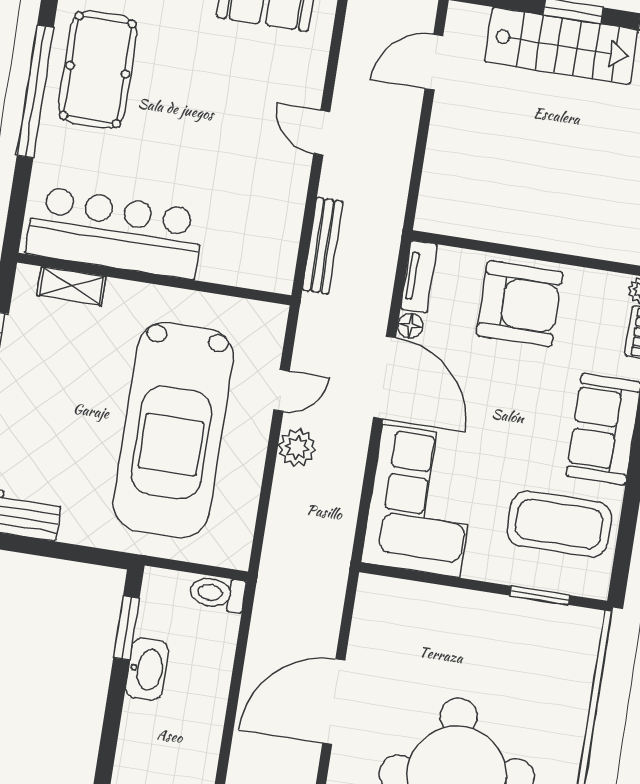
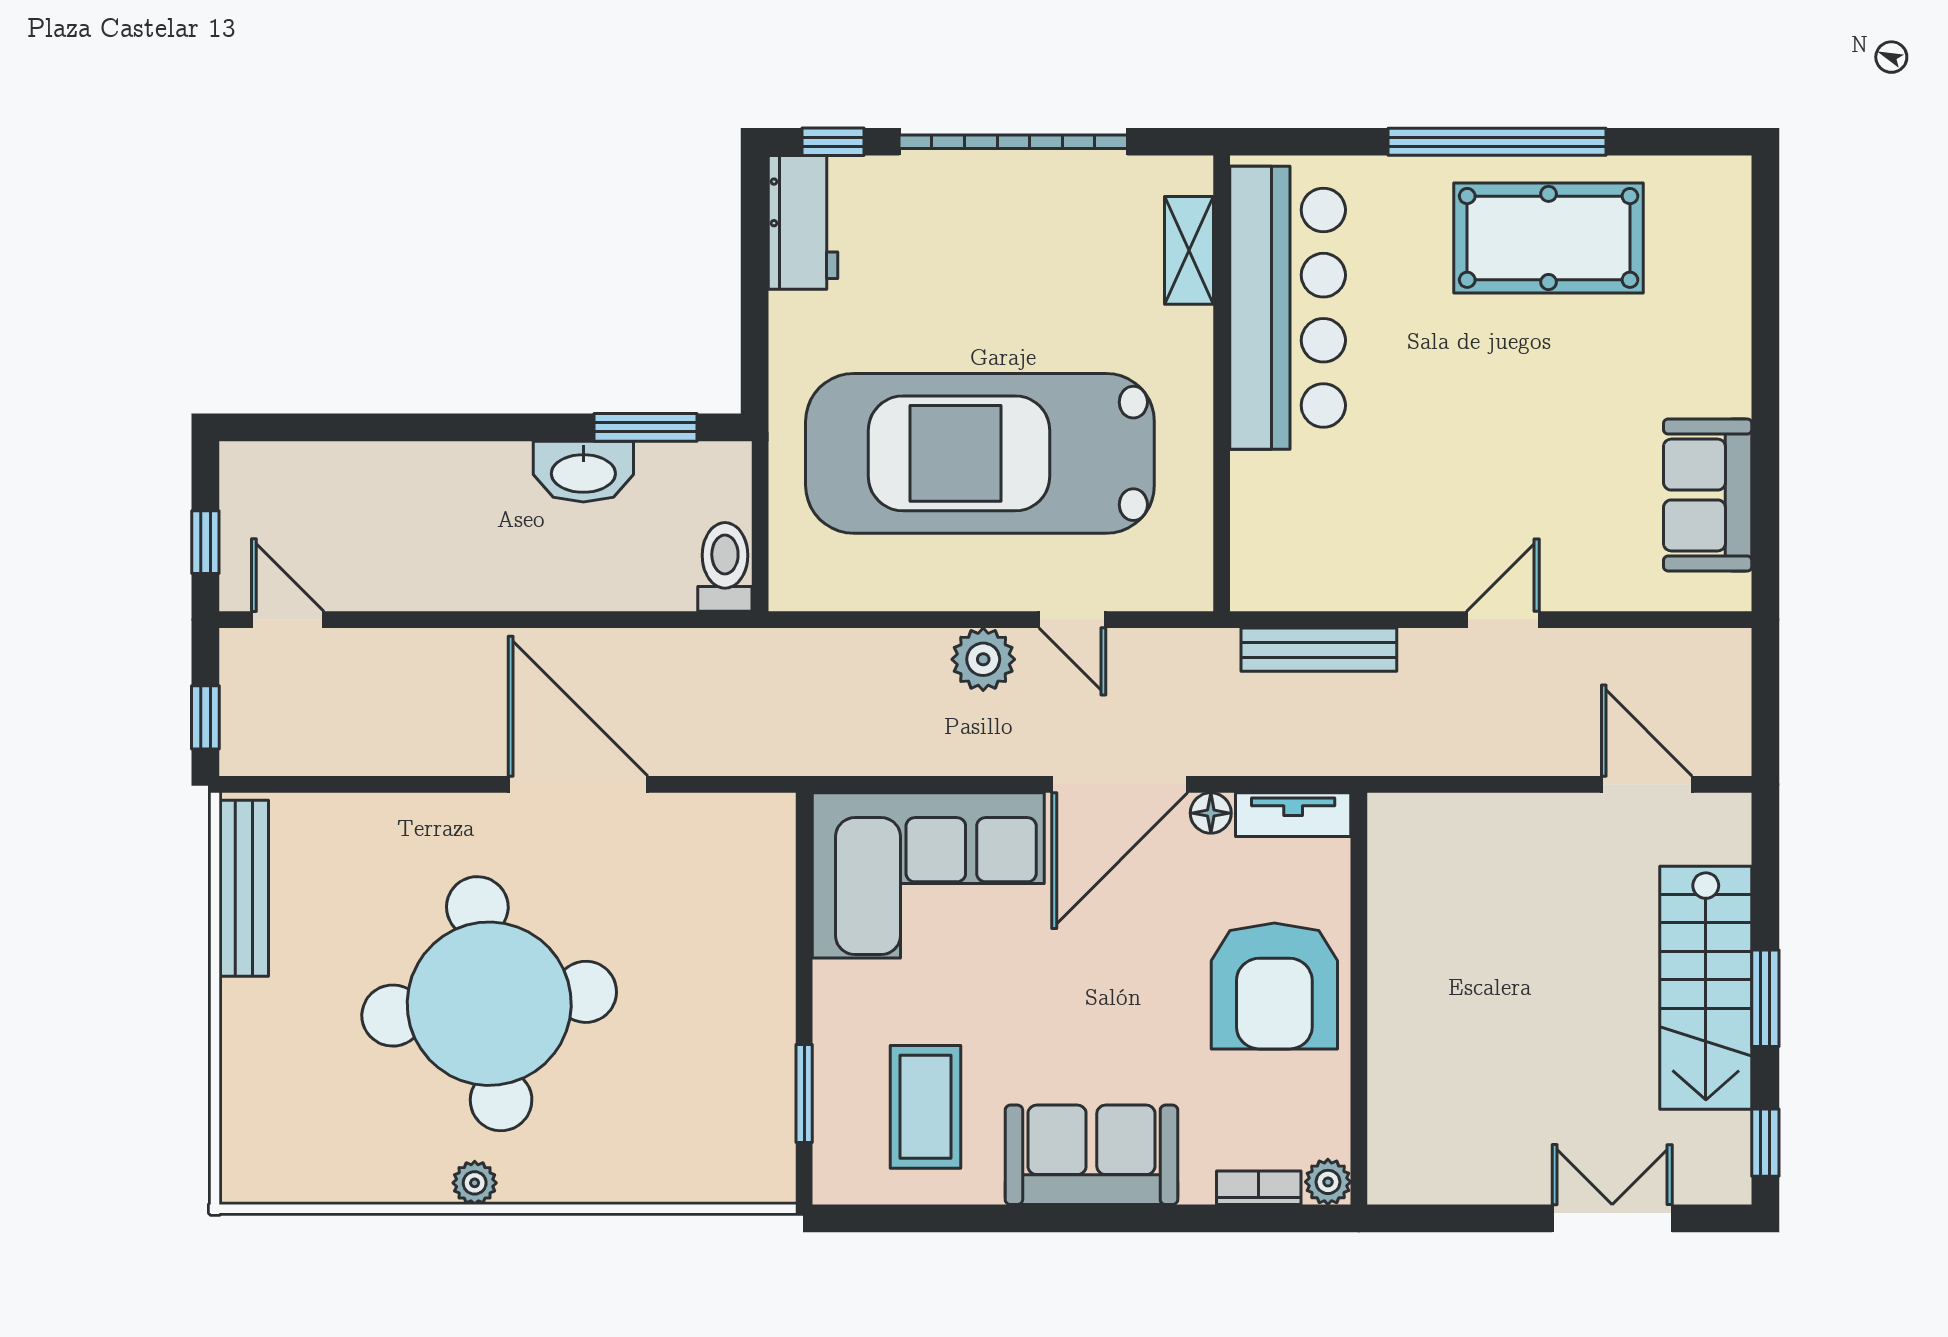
coffee table: (559, 524) -> (925, 1107), width x0.73, depth x0.76

